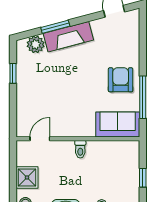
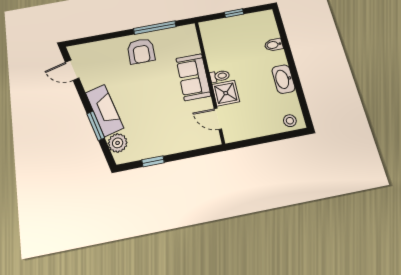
armchair: (121, 80) -> (141, 51), turned -90
sofa: (118, 124) -> (193, 77), moved
shower: (27, 177) -> (226, 93), moved

